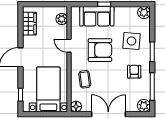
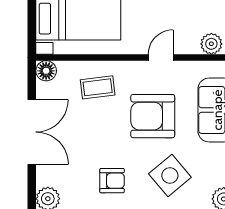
side table: (131, 41) -> (170, 176), turned 45
armchair: (100, 50) -> (153, 116), turned 90

